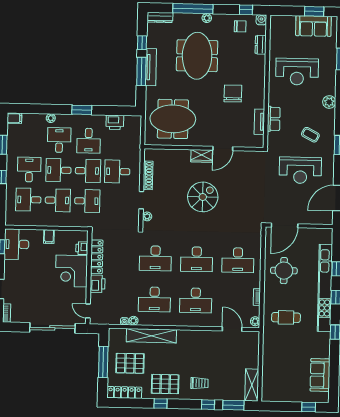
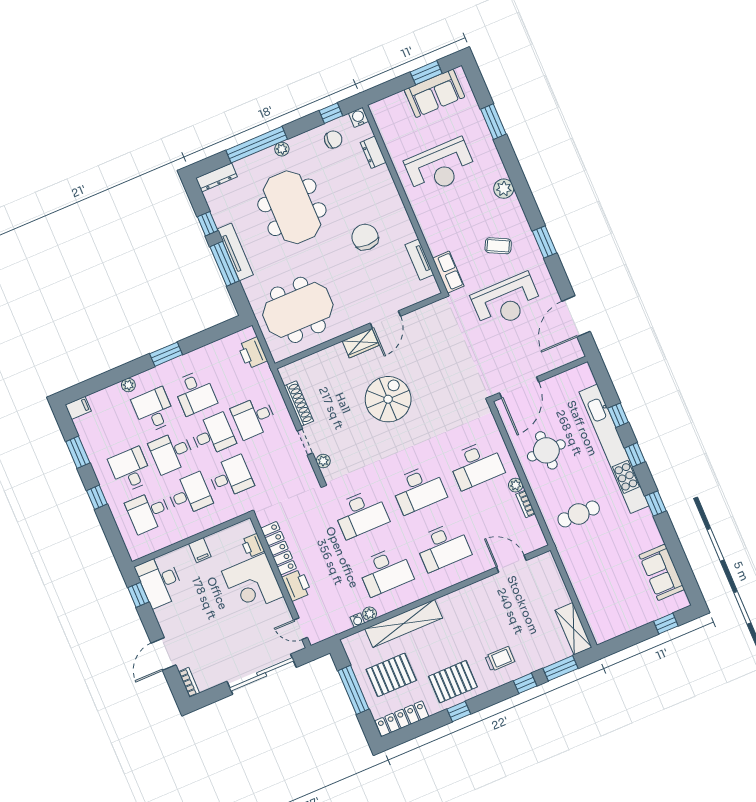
row of seats: (274, 119) -> (448, 272), moved
printer: (115, 122) -> (252, 353), moved, turned 90
plant: (255, 321) -> (516, 485), moved

